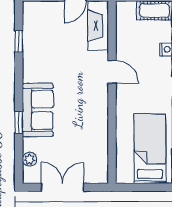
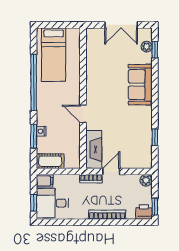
window: (19, 122) -> (155, 49), moved

